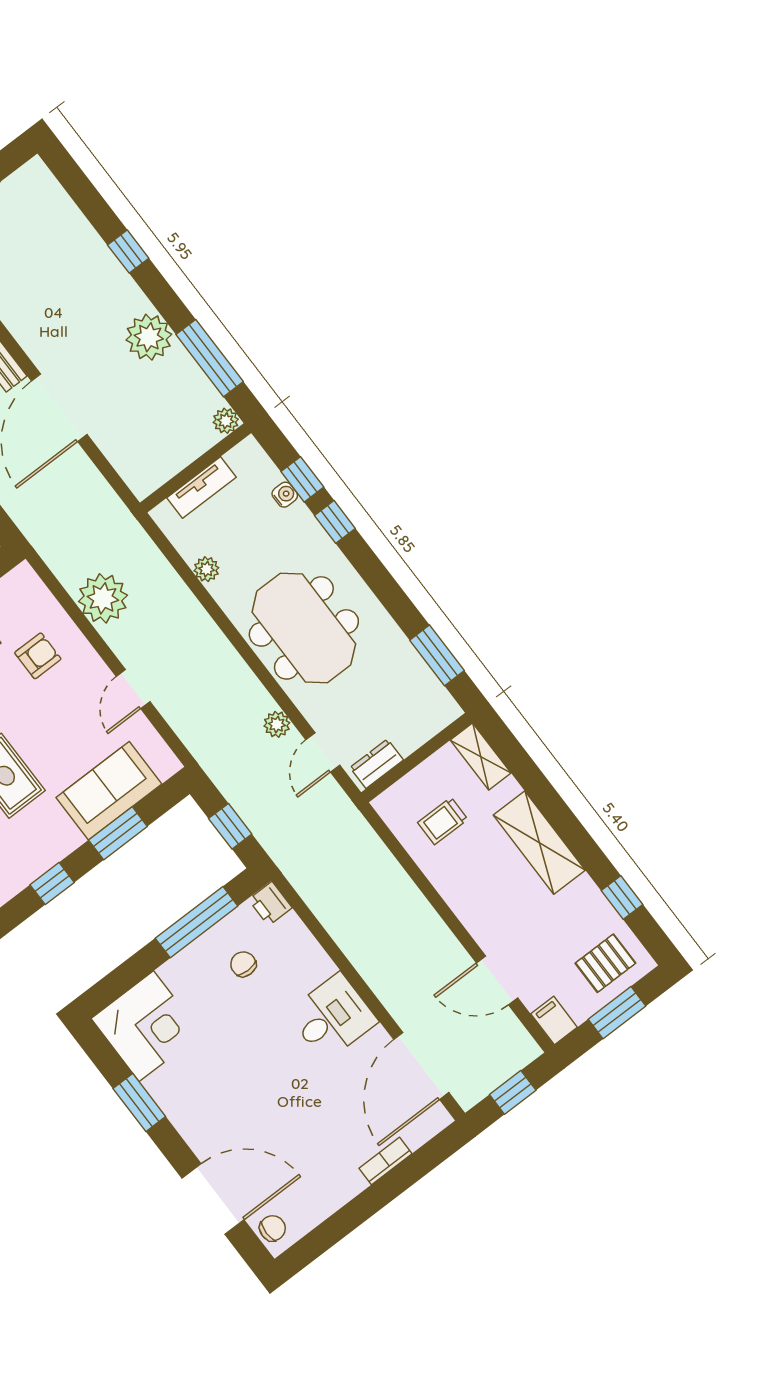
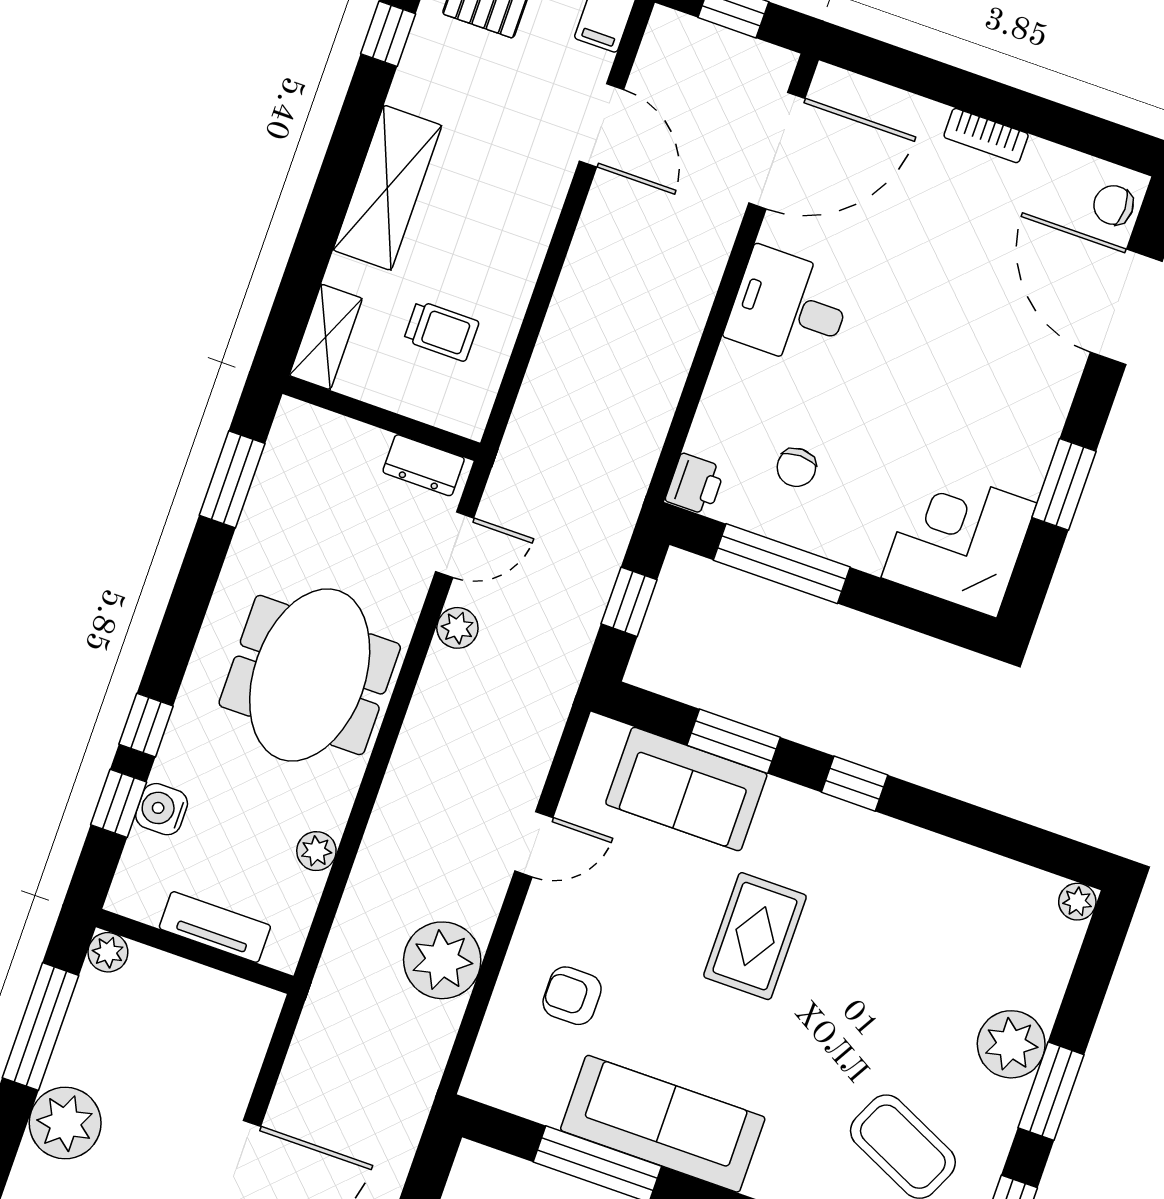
water cooler: (285, 495) -> (162, 809), width x1.38, depth x1.38
bookcase: (385, 1161) -> (986, 136), moved

